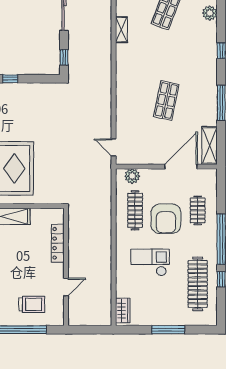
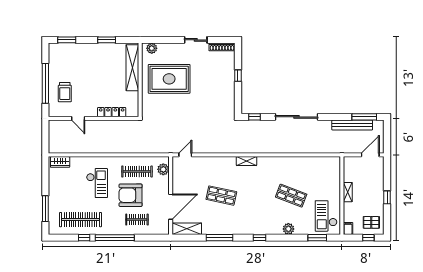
shelving: (121, 30) -> (246, 161), moved
door: (181, 167) -> (171, 207), hinge flipped
window: (168, 330) -> (45, 209), moved

